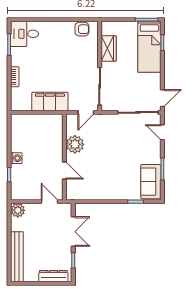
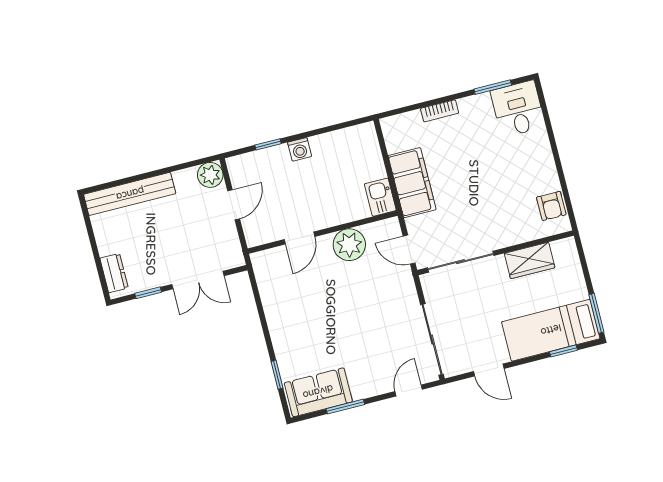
door: (162, 98) -> (489, 370), moved
kitchen sink: (53, 121) -> (380, 197), added
door: (49, 202) -> (234, 205), moved
dresser: (53, 276) -> (114, 273), width x0.70

